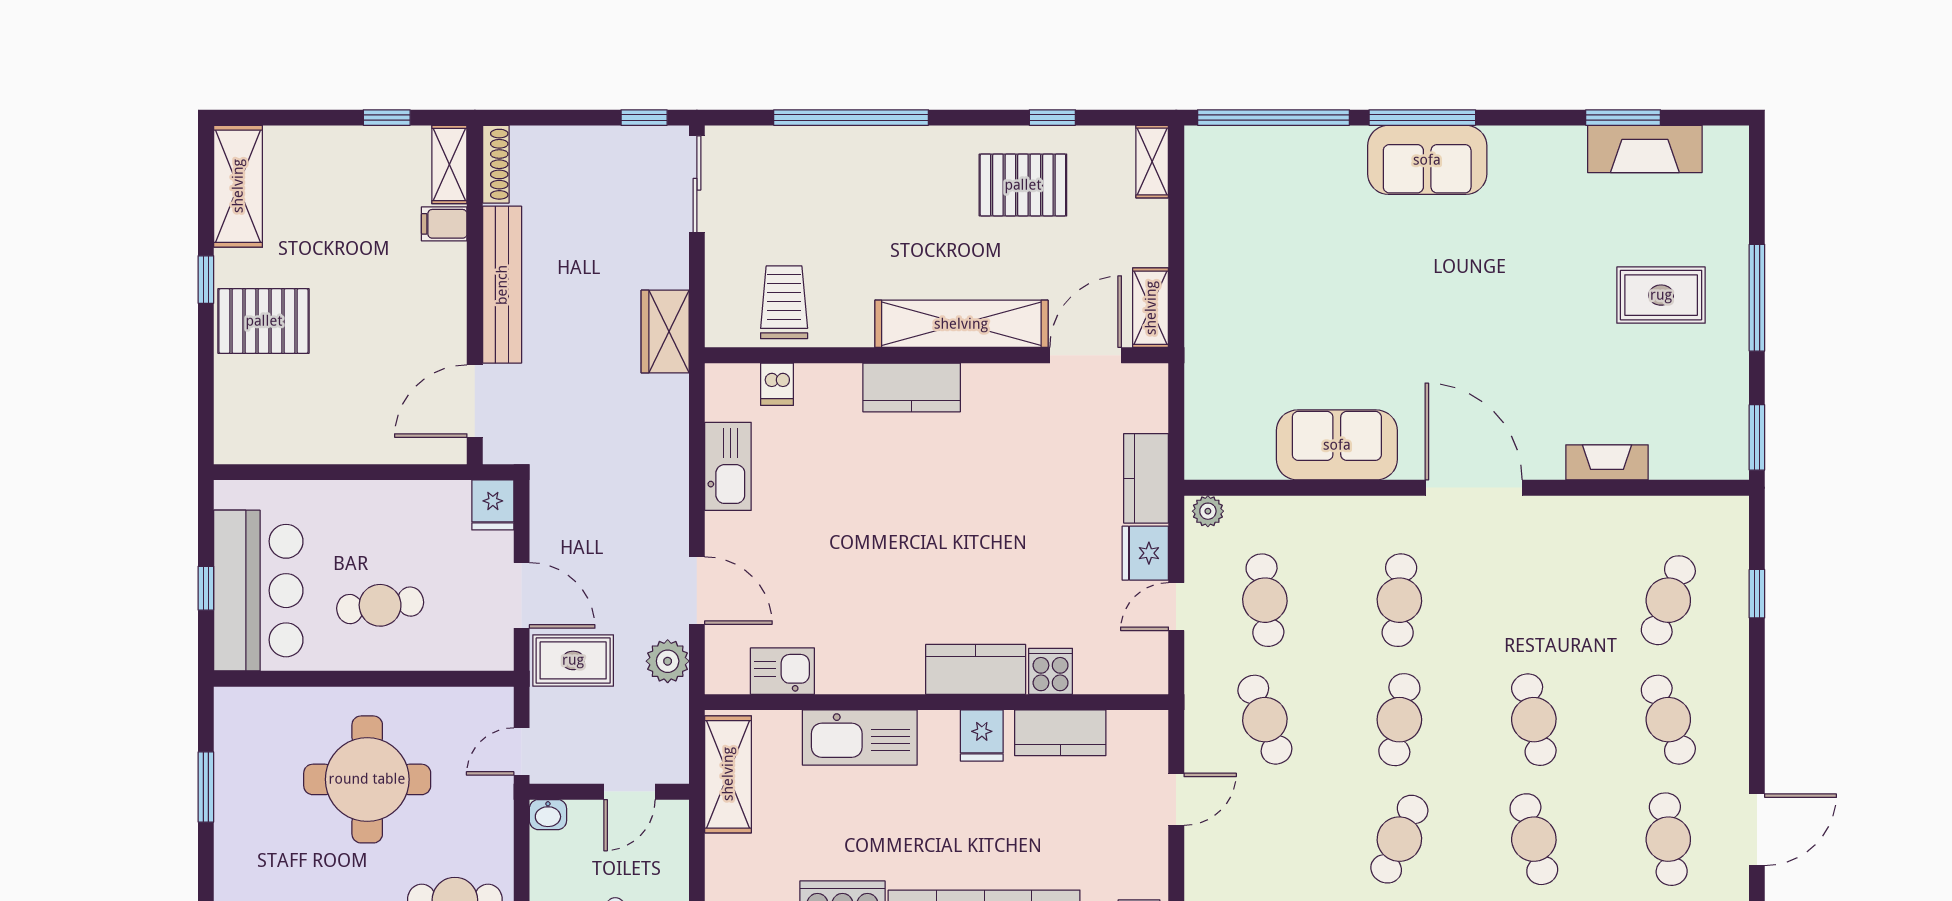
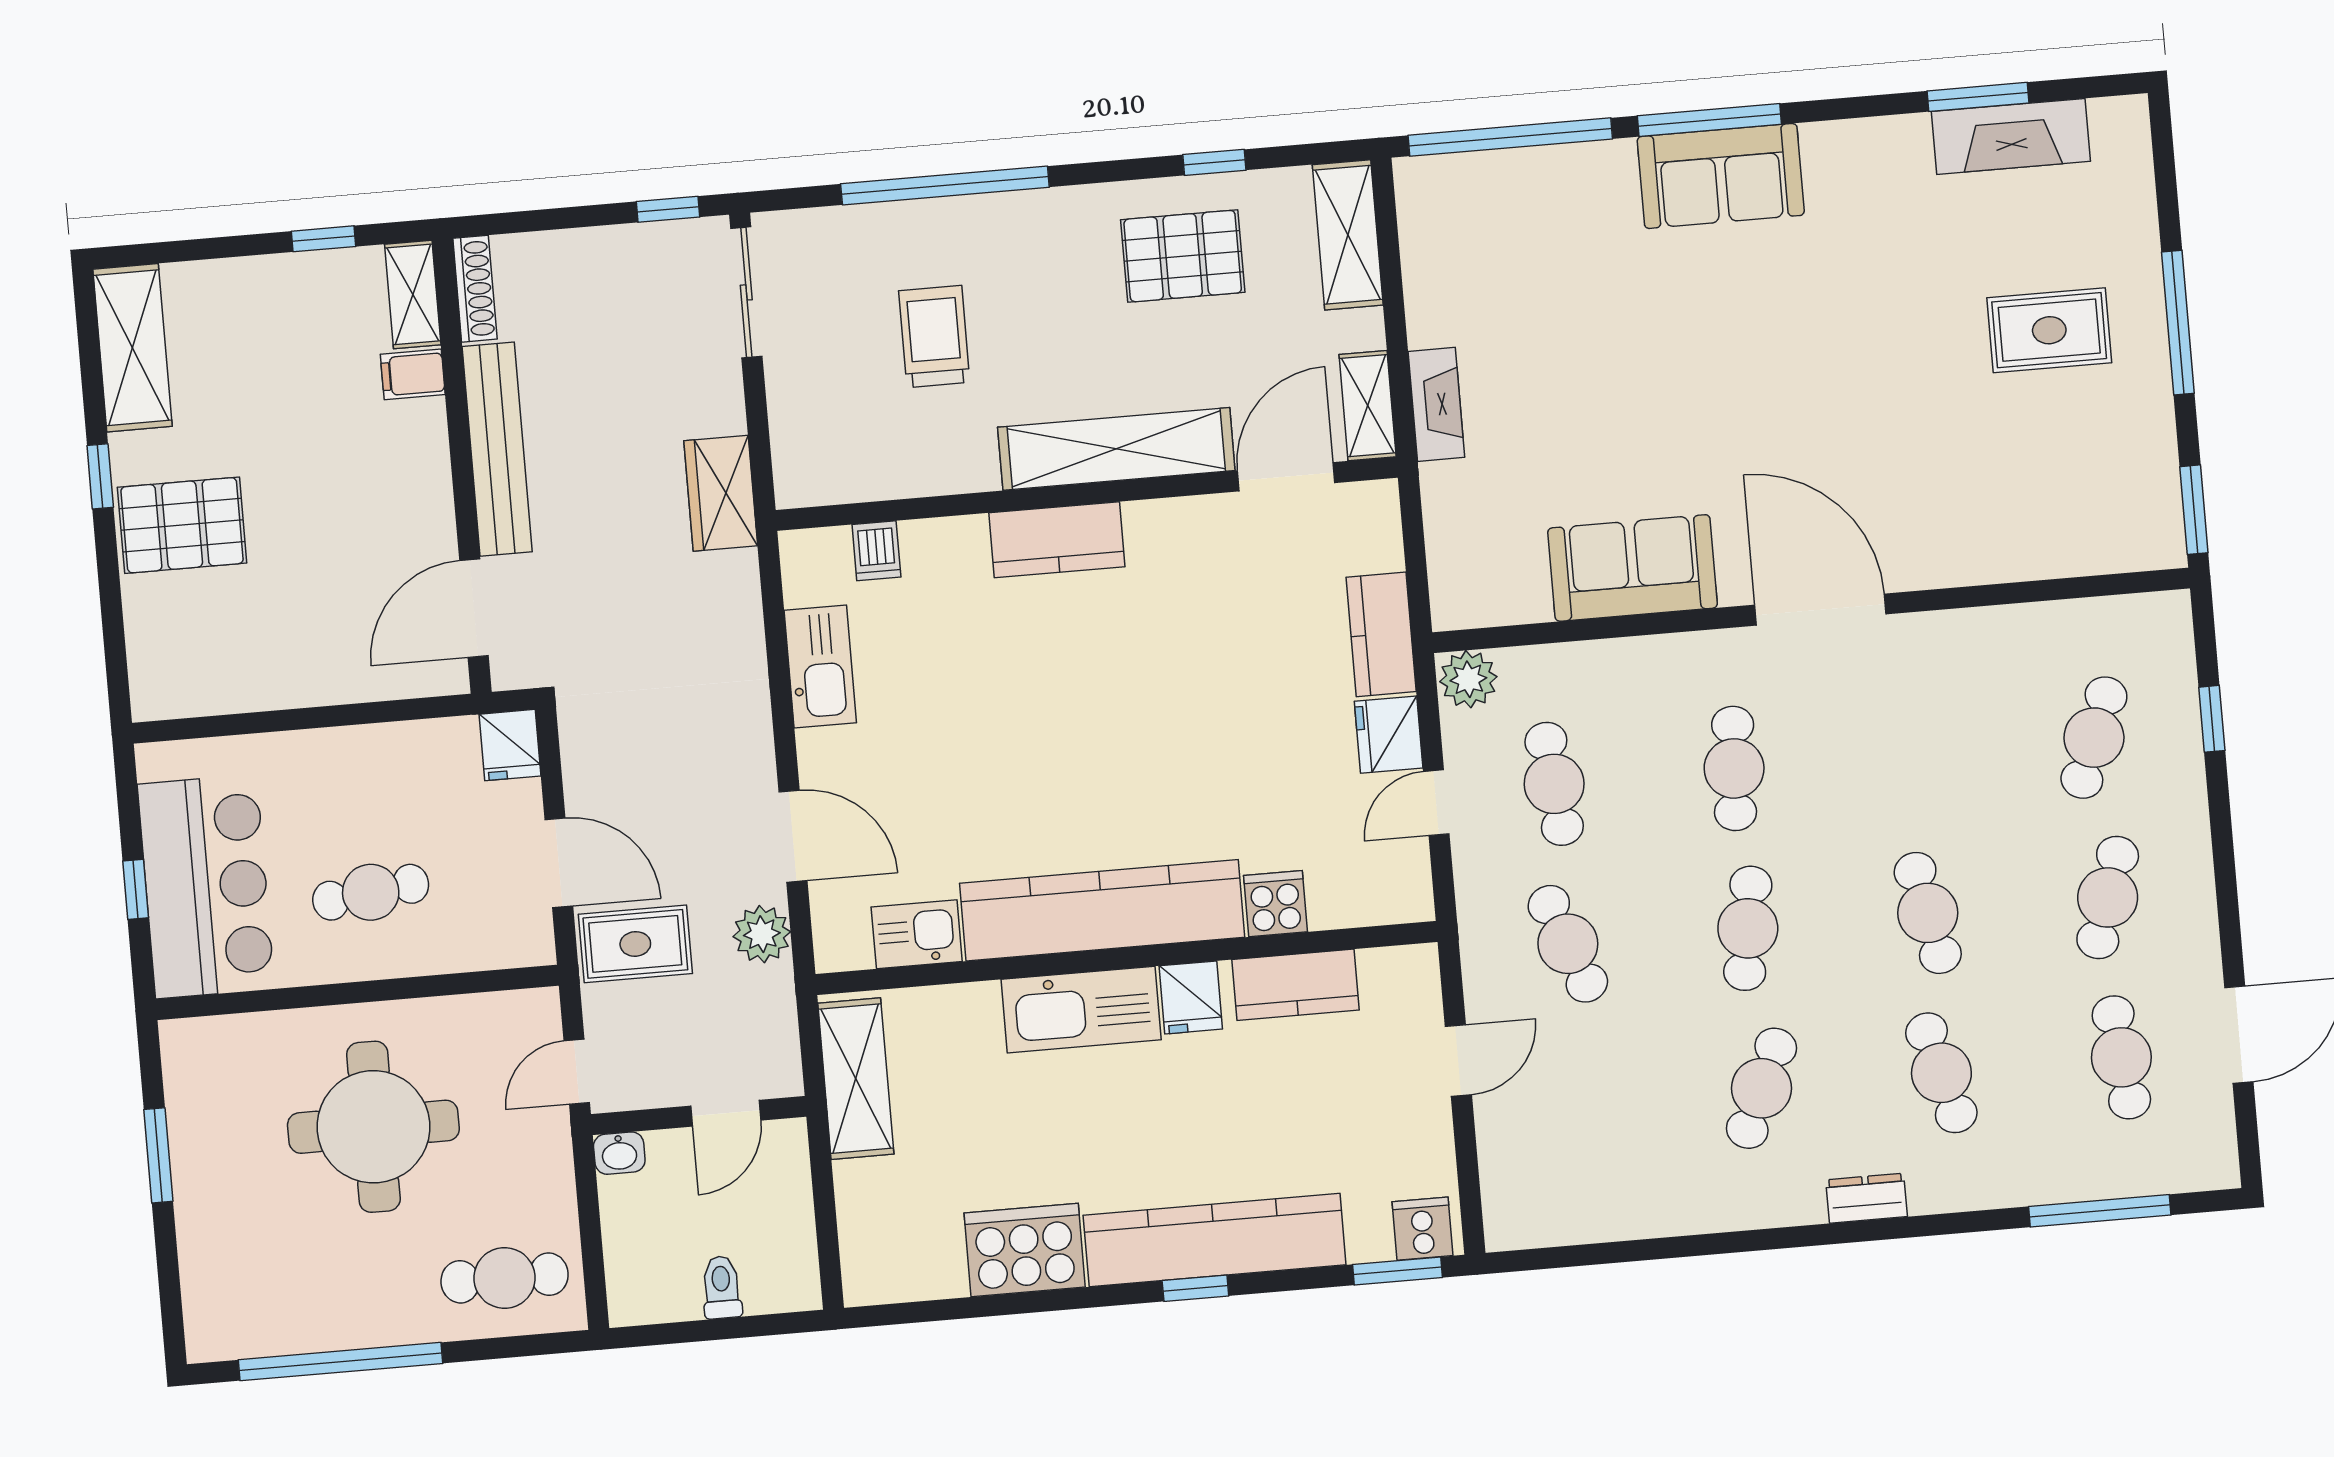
shelving: (1152, 162) -> (1348, 235), width x1.50, depth x1.33
trolley: (784, 302) -> (934, 336), moved
fireplace: (1607, 462) -> (1436, 404), moved, turned 90
plant: (1208, 511) -> (1468, 679), width x1.38, depth x1.38
kitchen counter: (976, 669) -> (1102, 910), width x2.08, depth x1.17
cafe table: (1668, 720) -> (2108, 897), turned 39
kitchen sink: (860, 737) -> (1081, 1010), moved

